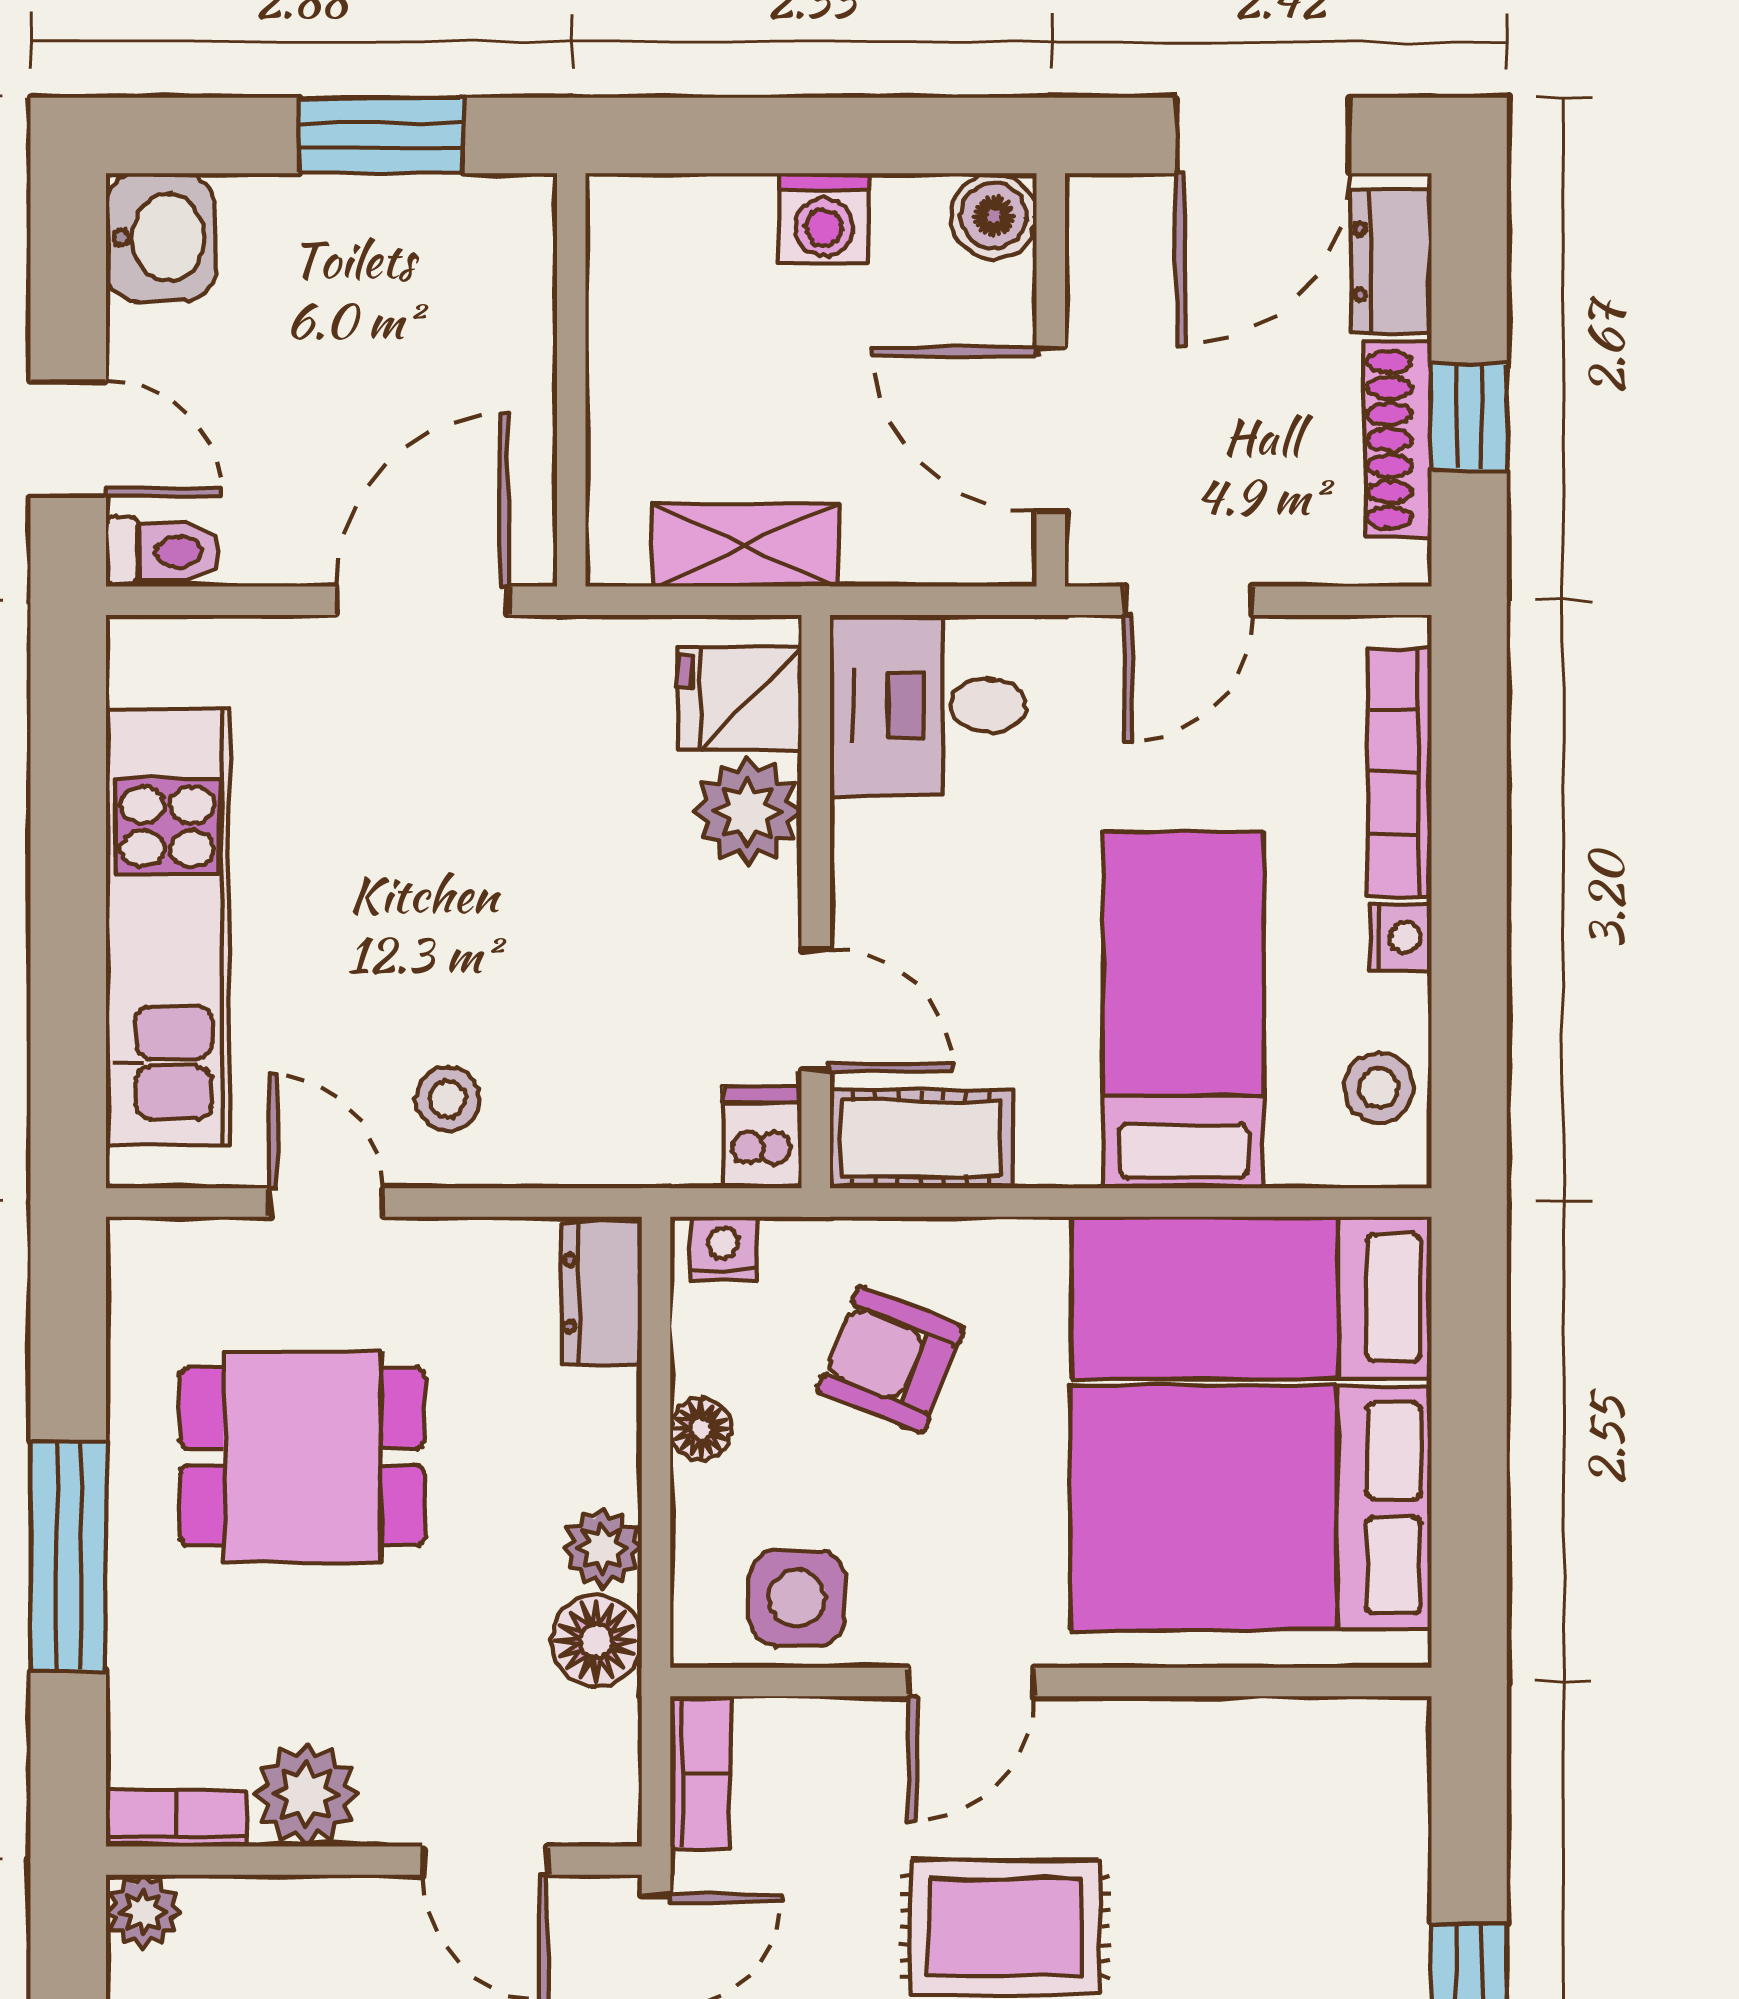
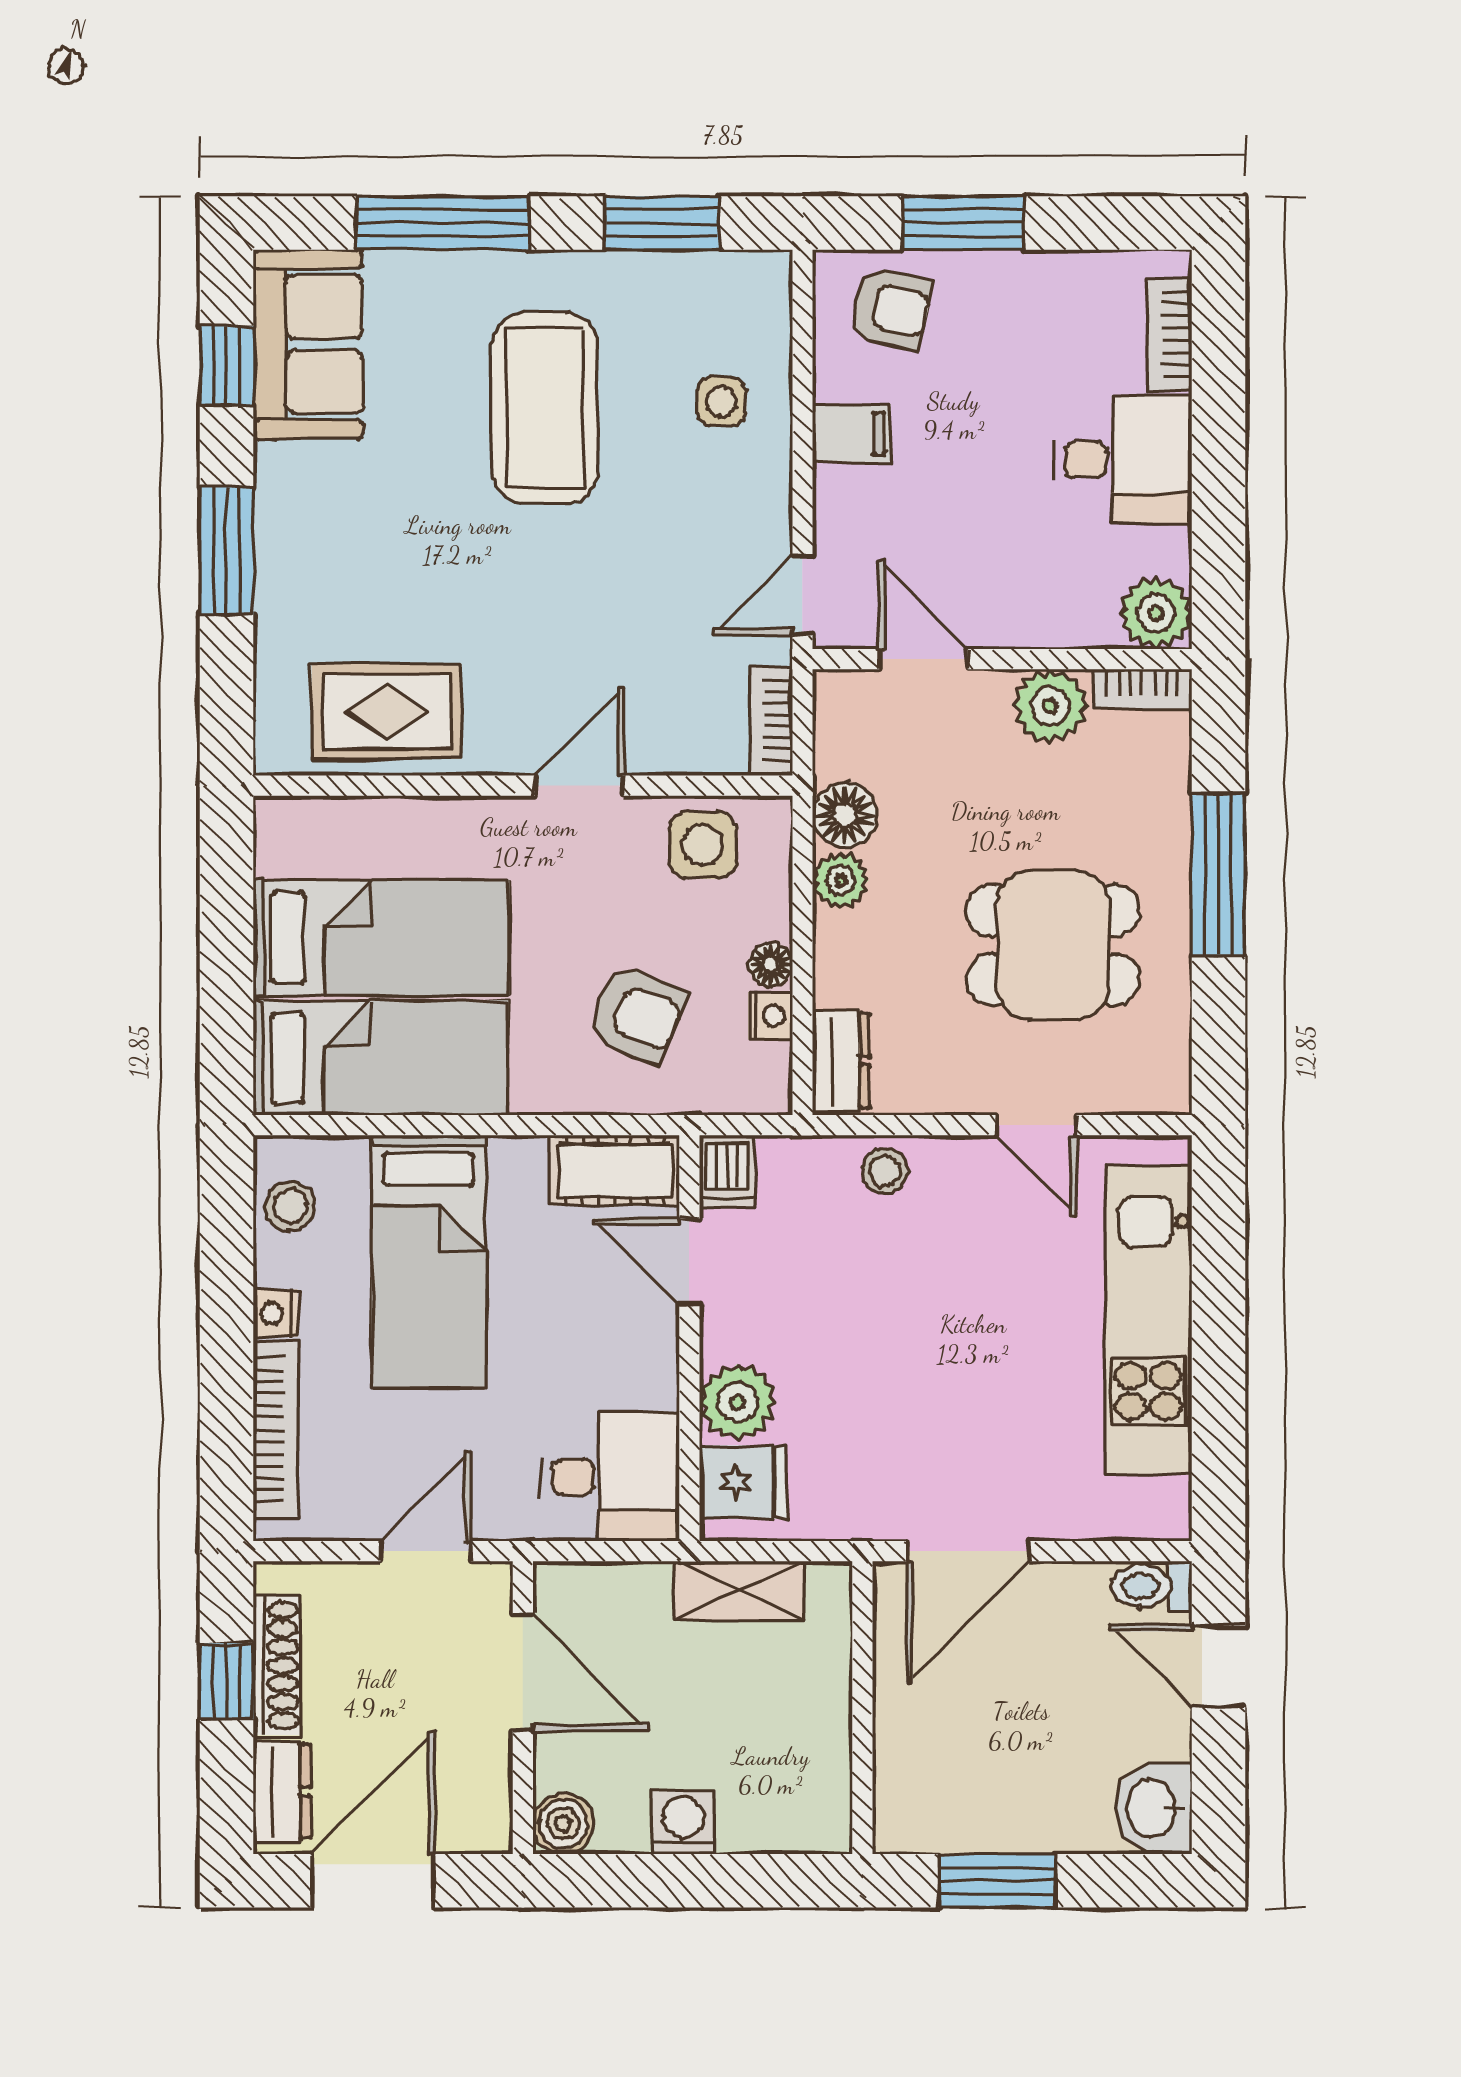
stool: (448, 1099) -> (885, 1171), moved
nightstand: (723, 1248) -> (770, 1016), moved, turned -90
bed: (1251, 1508) -> (381, 938), width x0.67
plant: (143, 1912) -> (1156, 613), width x1.38, depth x1.38
rug: (1005, 1927) -> (386, 711), moved

